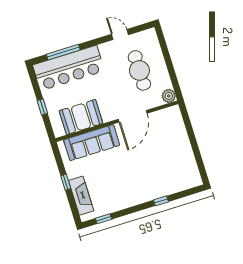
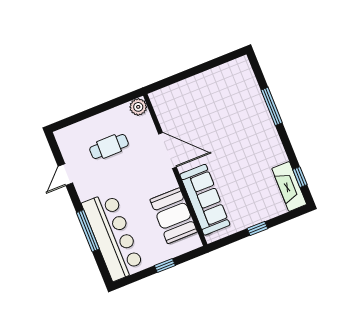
window: (63, 52) -> (88, 231), moved
cafe table: (139, 70) -> (109, 147), width x0.73, depth x0.74
fireplace: (81, 196) -> (289, 186), moved, turned -90
window: (161, 201) -> (272, 106), width x2.17

